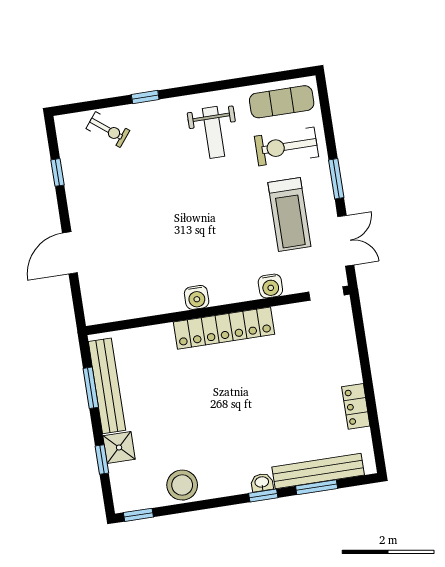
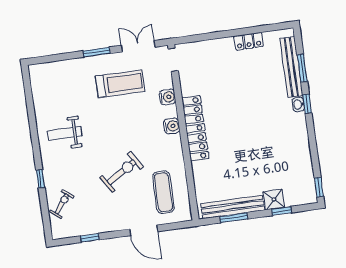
exercise mat: (282, 102) -> (163, 192), moved
weight bench: (214, 132) -> (65, 133), turned 180
exercise bike: (286, 146) -> (122, 172), moved, turned -122
water cooler: (197, 297) -> (172, 126), moved
stool: (182, 485) -> (299, 158), removed

